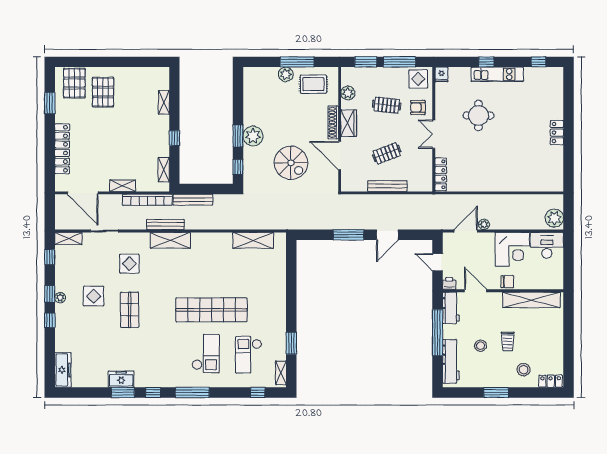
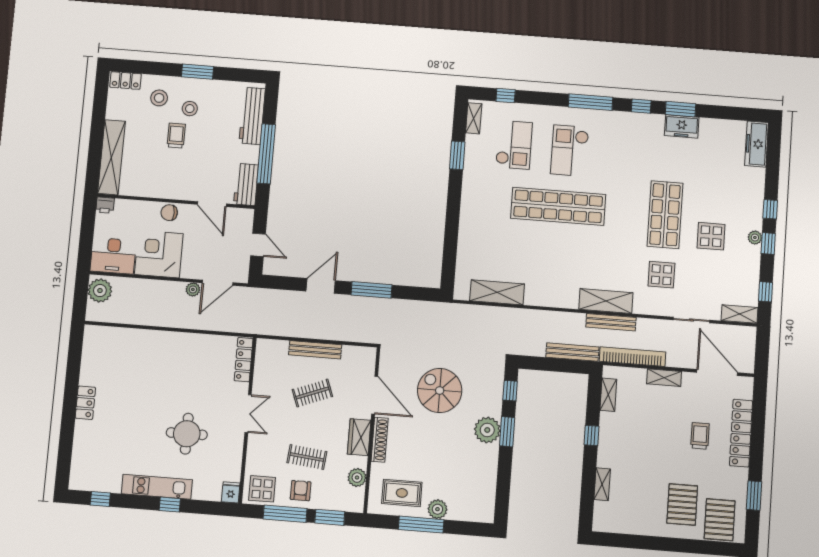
armchair: (418, 107) -> (301, 491), moved, turned -90
trolley: (93, 144) -> (700, 436), added
printer: (449, 284) -> (105, 205), moved
shelving: (531, 300) -> (111, 157), moved, turned 90
shop shelf: (130, 310) -> (665, 215), width x1.43, depth x1.36
stool: (481, 346) -> (190, 109), moved

